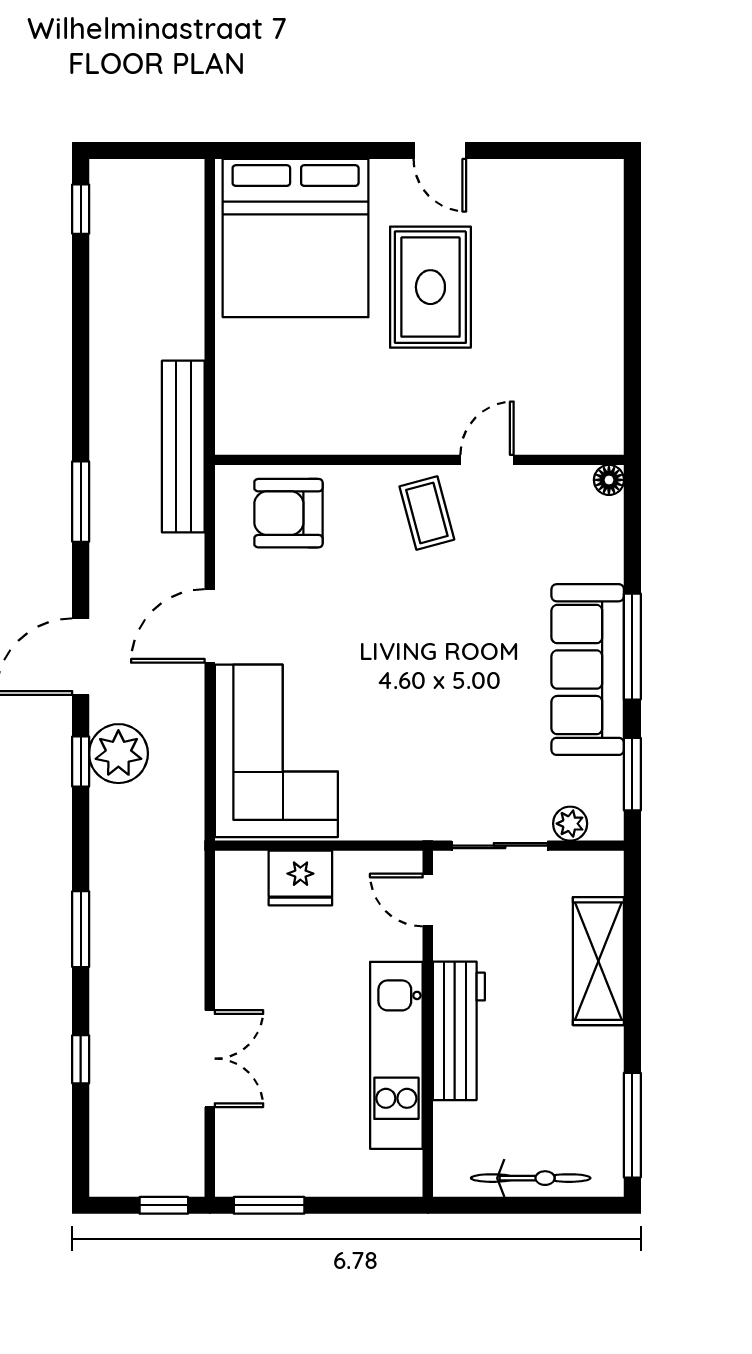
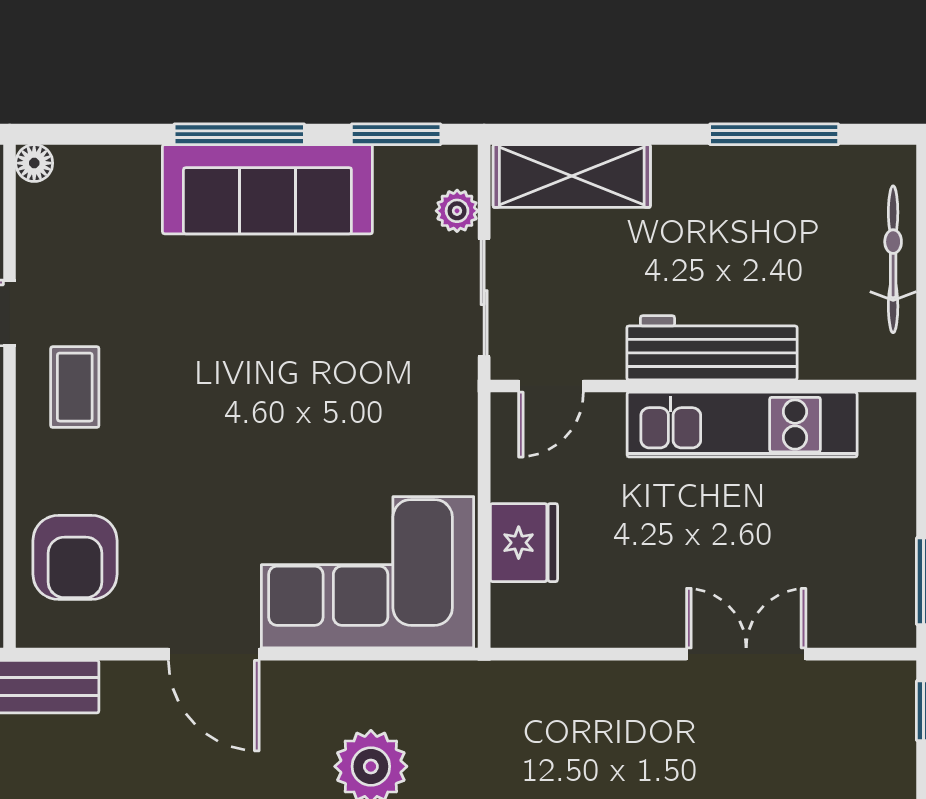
coffee table: (427, 513) -> (75, 387), turned -75
shelving: (598, 961) -> (572, 176), moved
window: (632, 1125) -> (774, 134), moved

